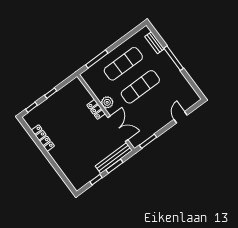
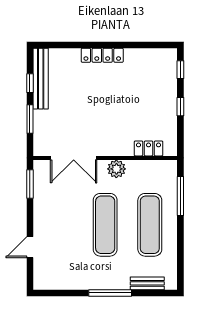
locker: (96, 109) -> (149, 148), moved
door: (181, 117) -> (30, 247), swing flipped
locker: (43, 138) -> (102, 55), moved
bench: (114, 158) -> (41, 79), moved

